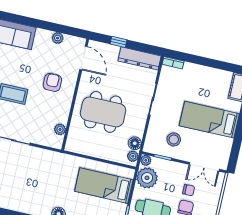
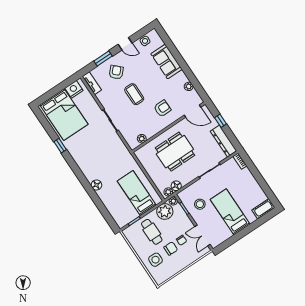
door: (83, 58) -> (192, 111), hinge flipped
dining table: (103, 112) -> (175, 152), turned 90

